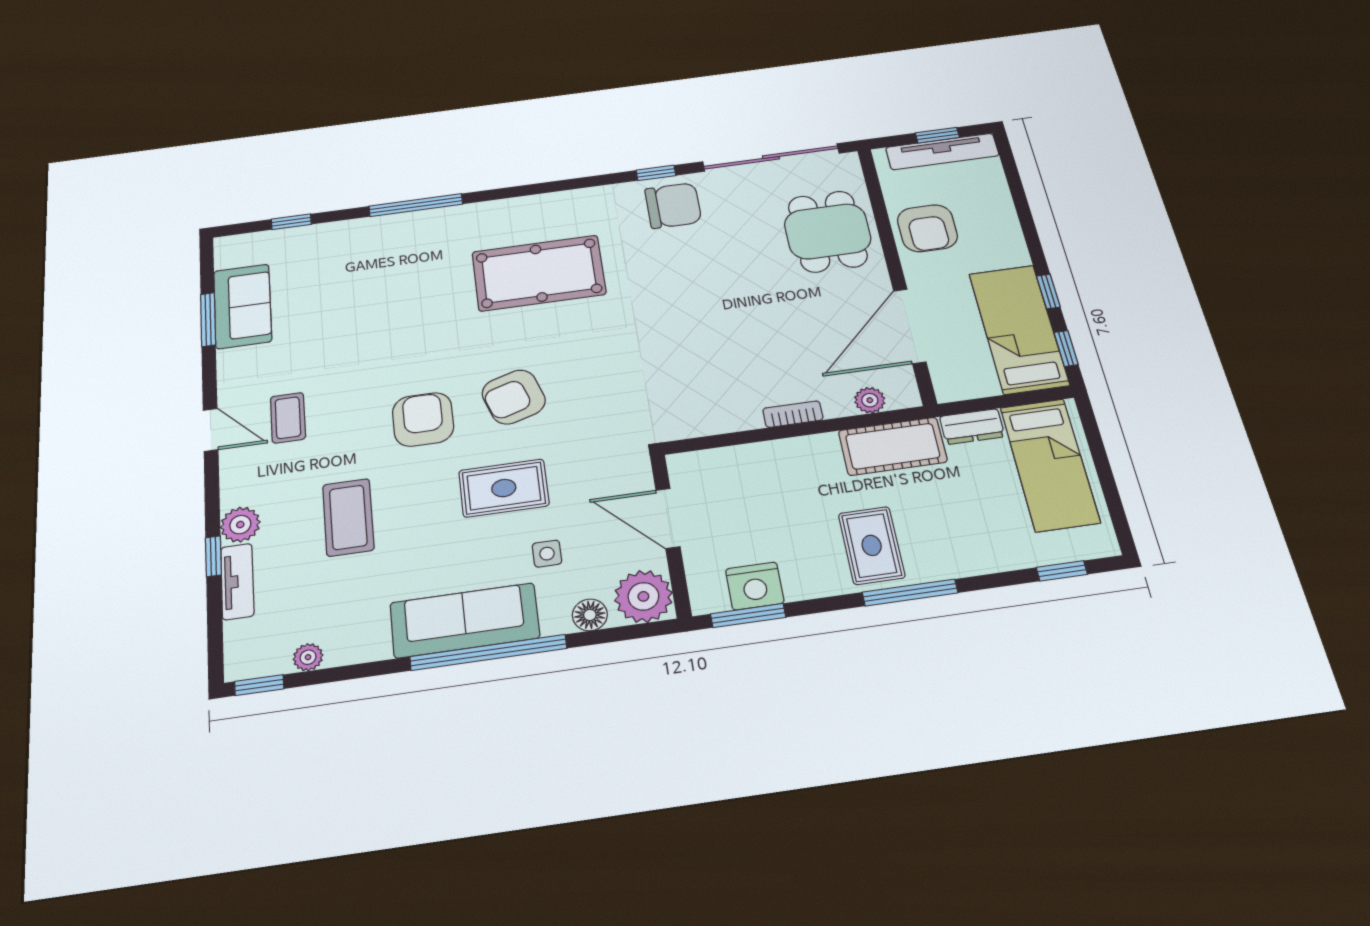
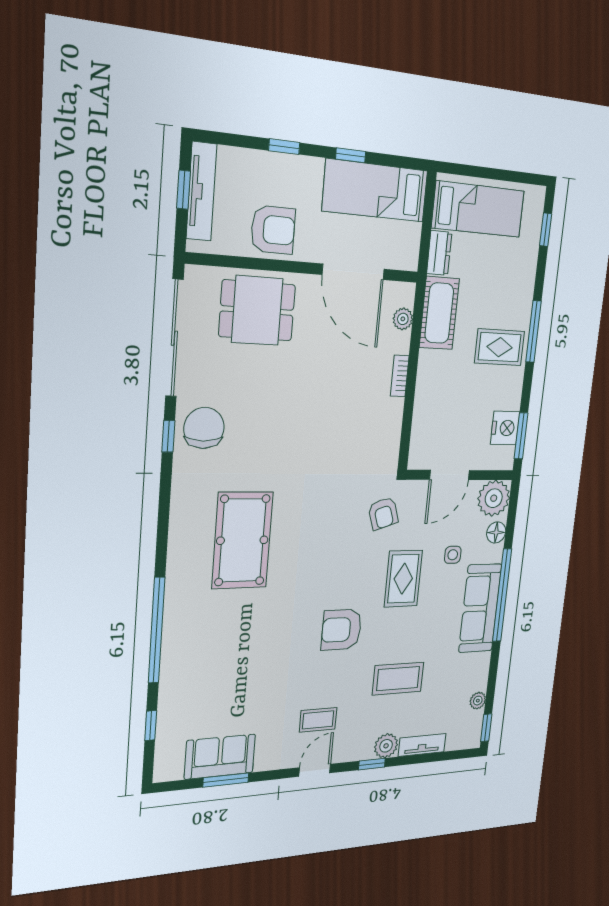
window: (416, 205) -> (156, 630), width x1.46
window: (1066, 348) -> (284, 147), moved
armchair: (514, 397) -> (383, 513), moved, width x0.72, depth x0.72
window: (213, 556) -> (372, 764), moved

